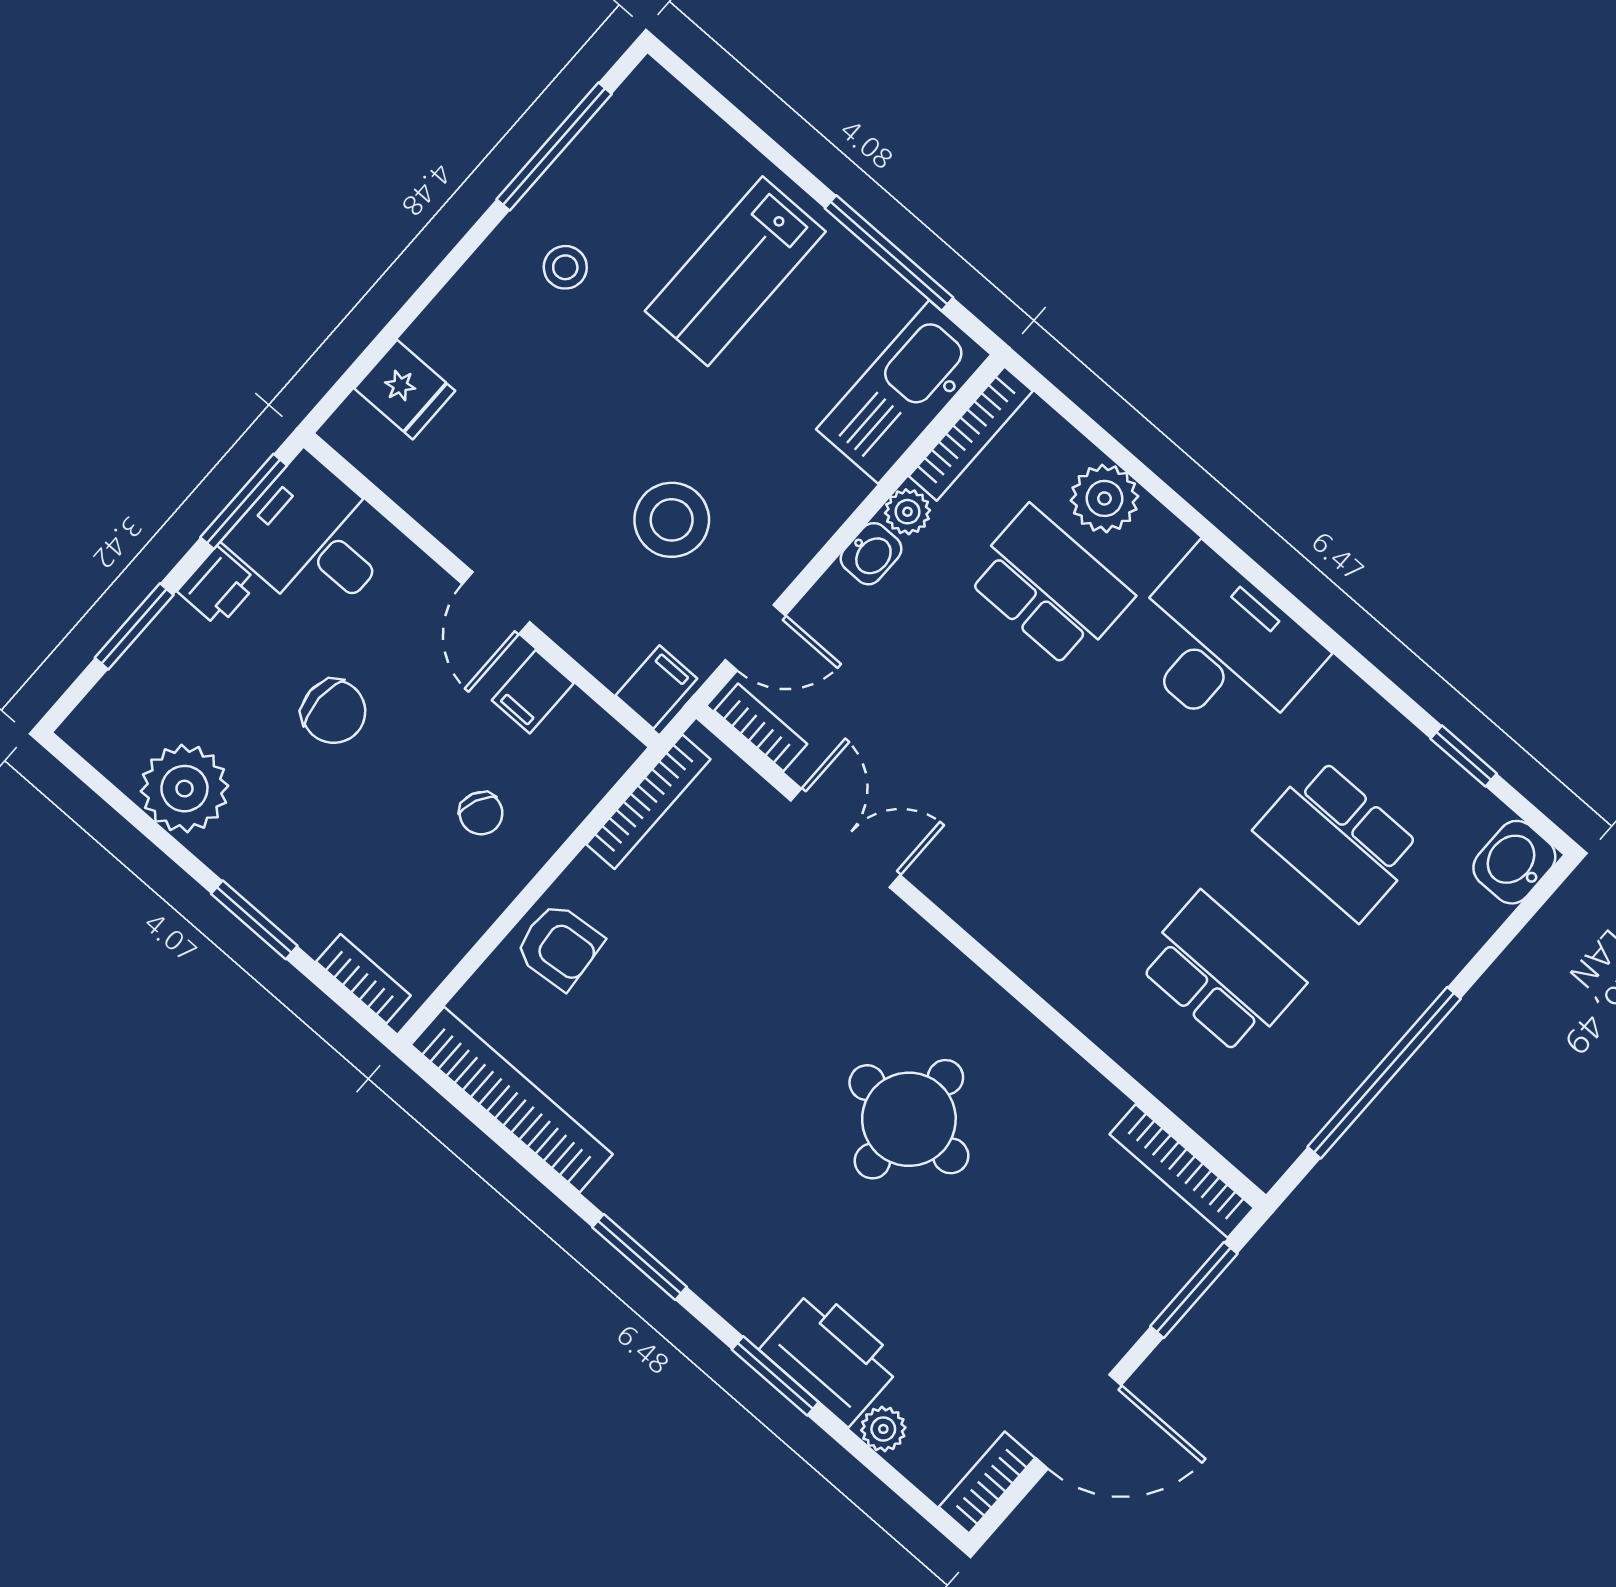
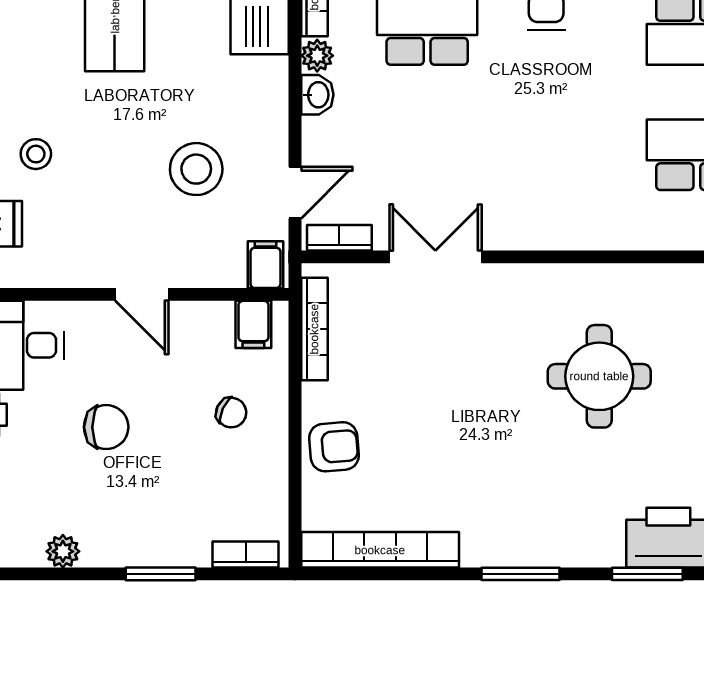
stool: (565, 267) -> (36, 154), moved
filing cabinet: (533, 692) -> (253, 324), moved
plant: (184, 789) -> (63, 551), width x0.53, depth x0.53

